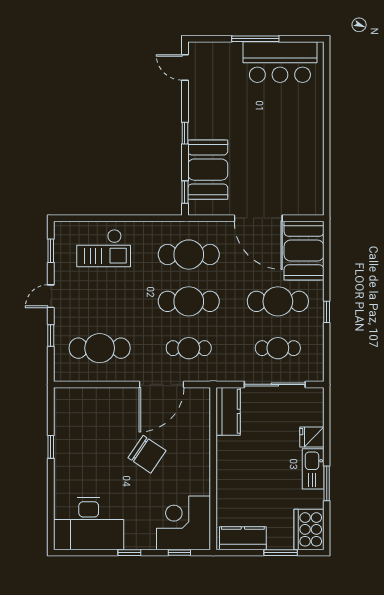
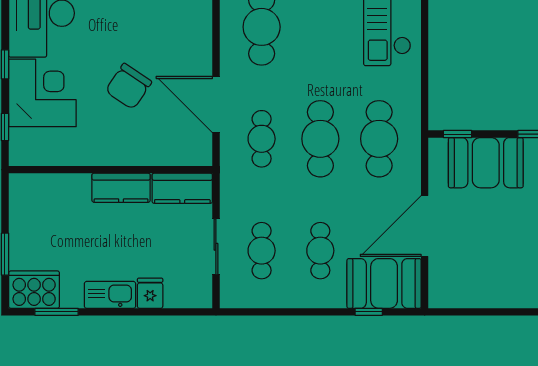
cafe table: (278, 301) -> (320, 251), width x0.73, depth x0.74
window: (327, 312) -> (369, 312), moved
sliding door: (275, 384) -> (216, 247), width x0.73
window: (327, 483) -> (57, 312), moved
corner desk: (184, 523) -> (42, 93), moved
kitchen counter: (243, 538) -> (121, 188), moved, turned 90

